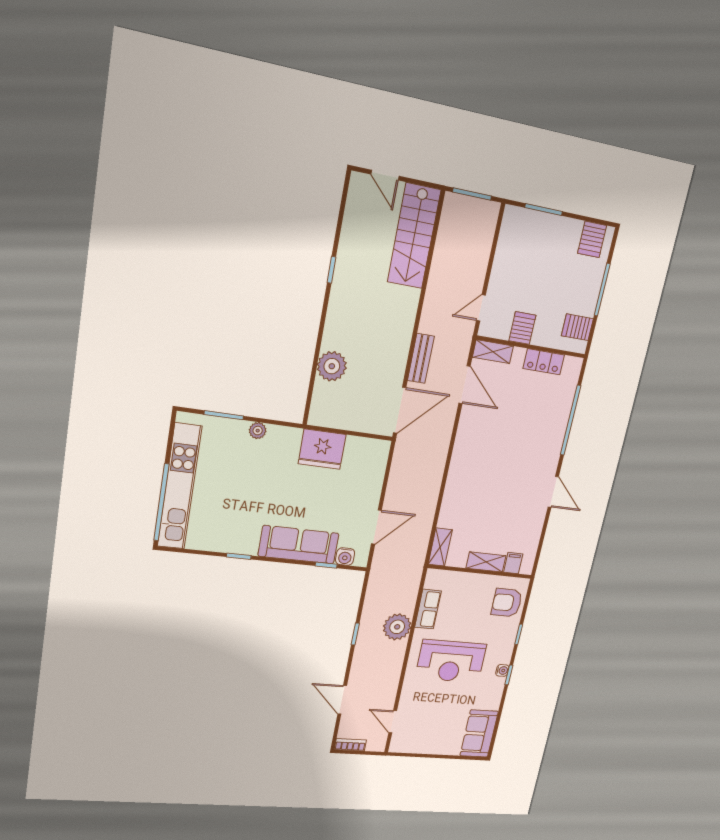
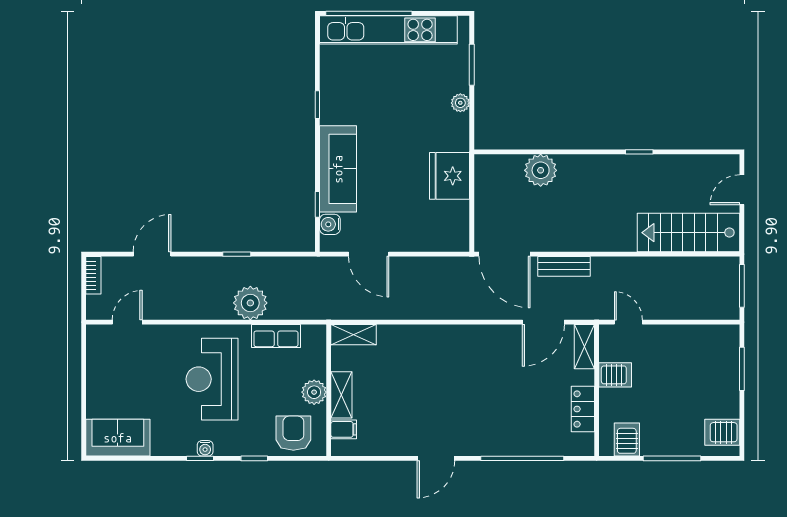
plant: (479, 583) -> (314, 392), added

